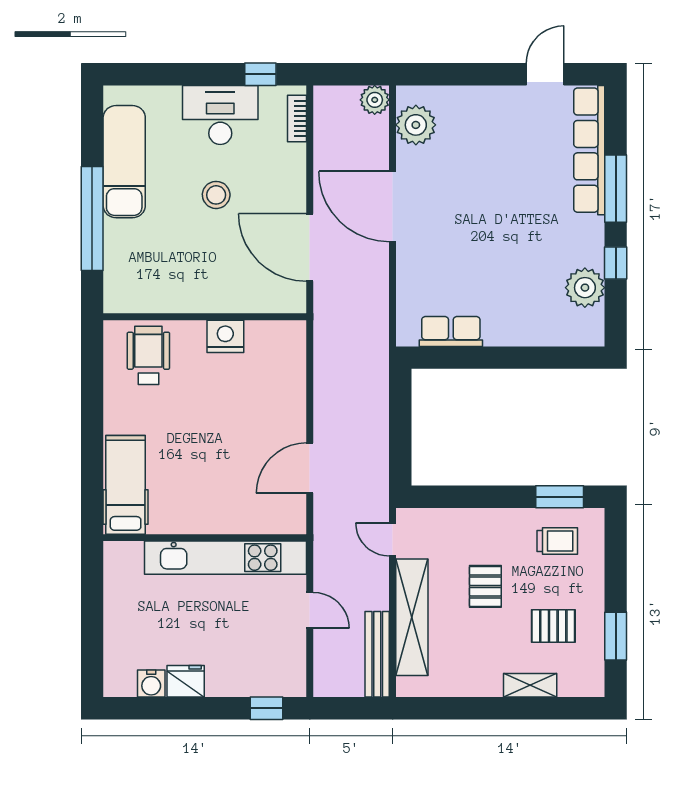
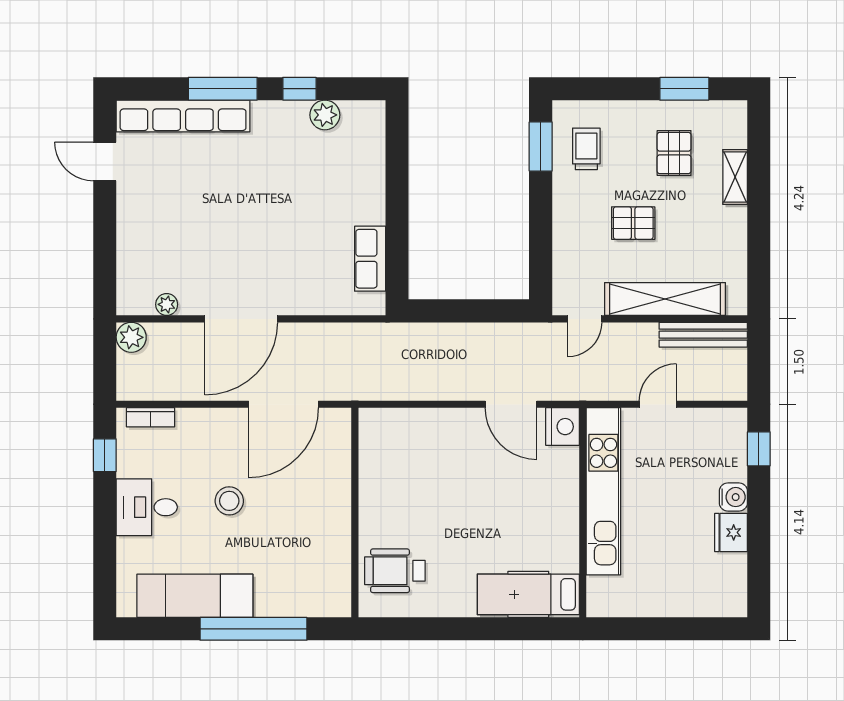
desk: (220, 115) -> (147, 507), width x0.73
plant: (416, 125) -> (167, 304), width x0.53, depth x0.53
plant: (585, 288) -> (325, 115), width x0.73, depth x0.73
nightstand: (225, 336) -> (563, 427), moved, turned 180
water cooler: (151, 684) -> (733, 497), moved

